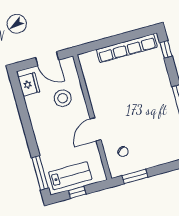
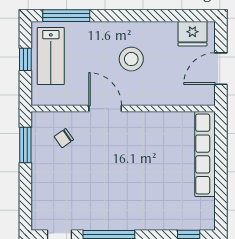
row of seats: (127, 48) -> (205, 154), moved
stool: (63, 98) -> (131, 59), moved

